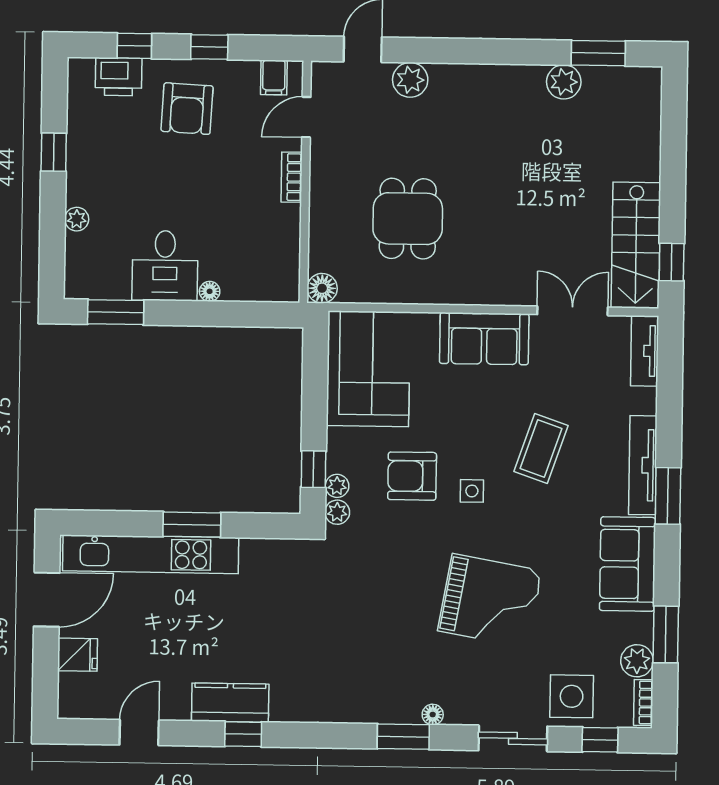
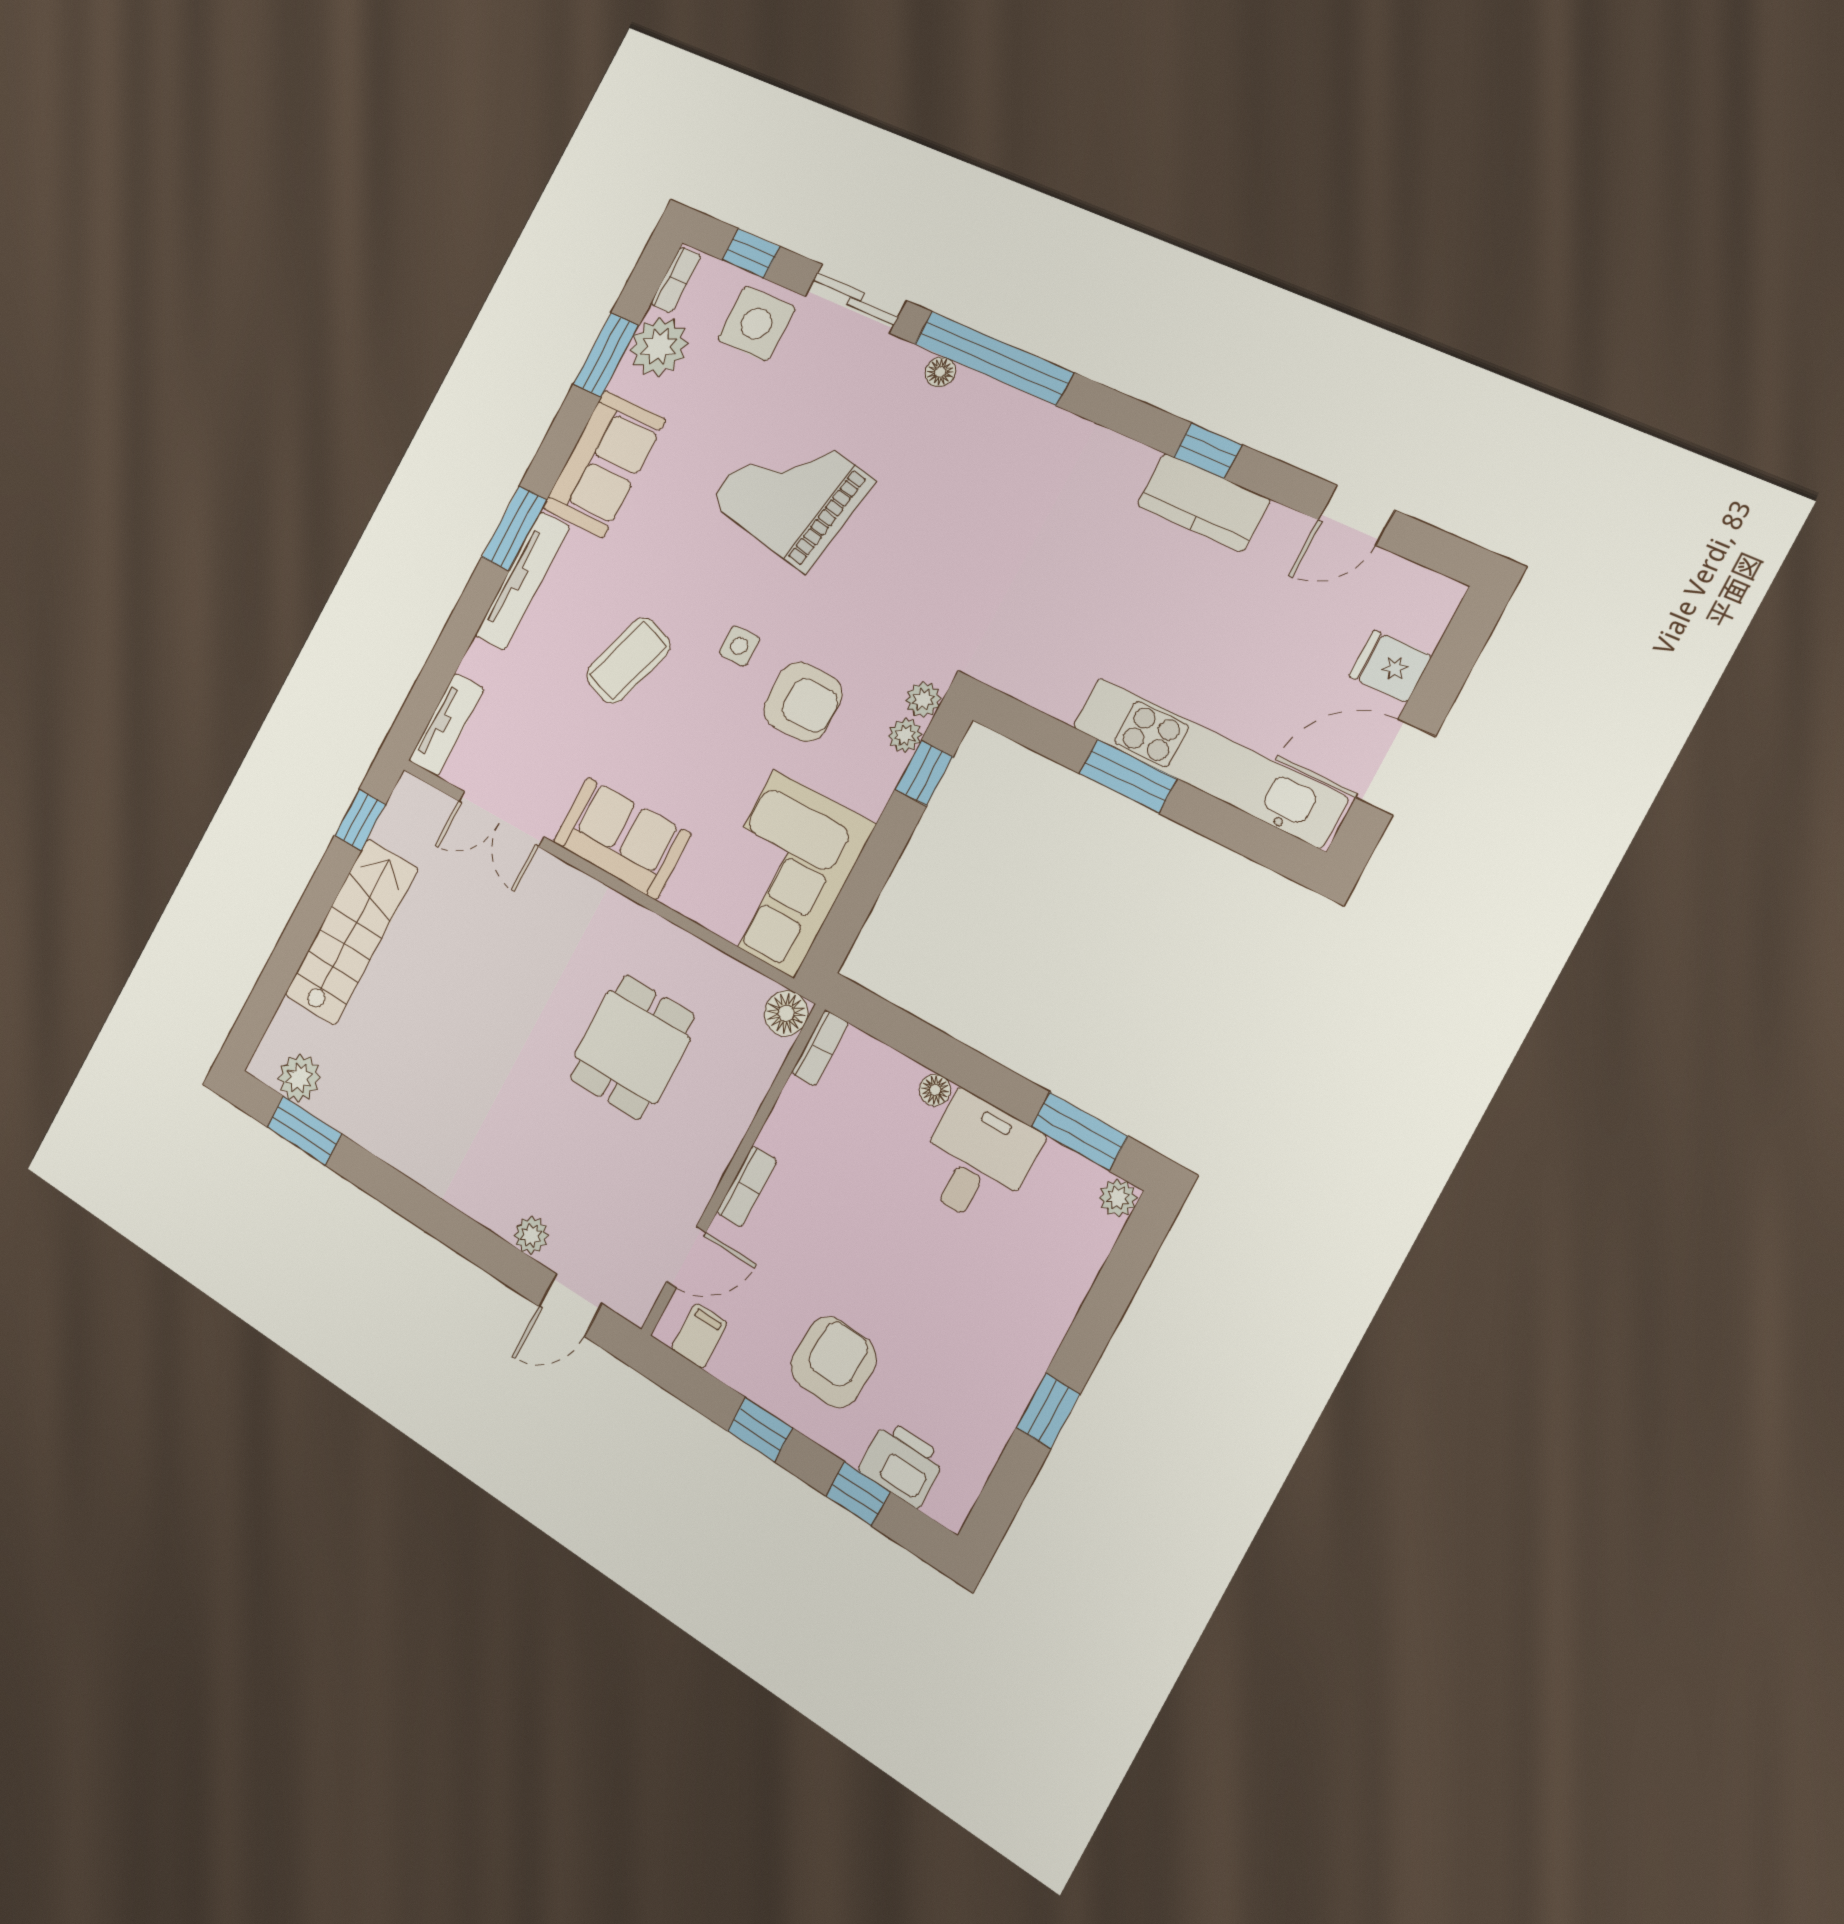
plant: (410, 80) -> (531, 1235), width x0.73, depth x0.73
plant: (564, 82) -> (299, 1078), moved
plant: (77, 219) -> (1118, 1198), moved
stairs: (636, 245) -> (351, 932), moved
bookcase: (291, 279) -> (820, 1048), added
plant: (637, 661) -> (659, 347), width x1.36, depth x1.36
window: (403, 737) -> (993, 358), width x2.11

